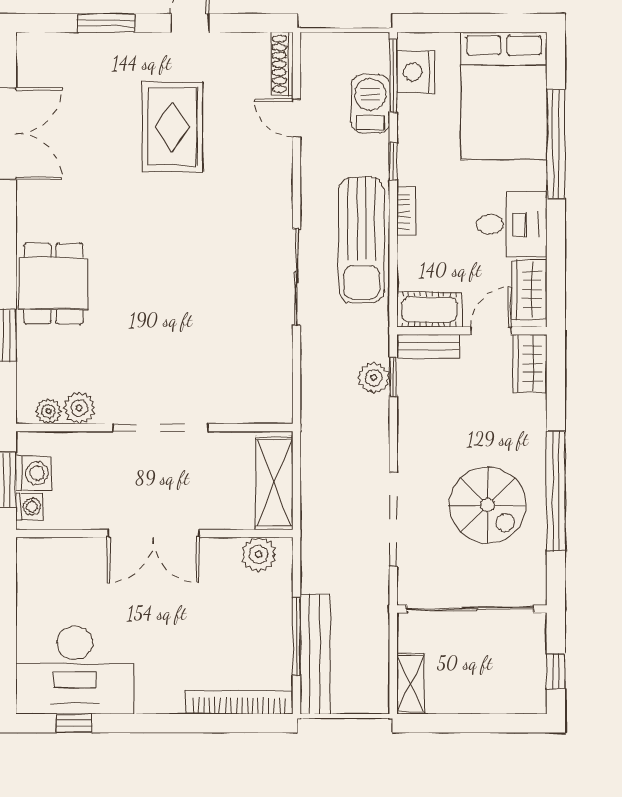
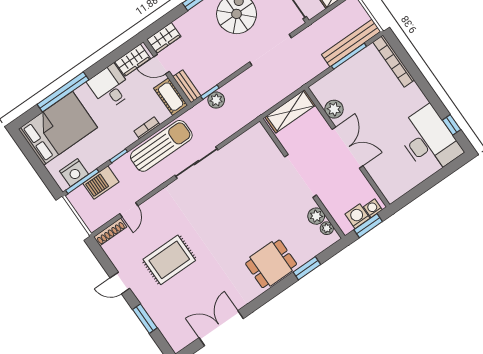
bookcase: (406, 211) -> (147, 128), moved
plant: (259, 555) -> (334, 109), moved

